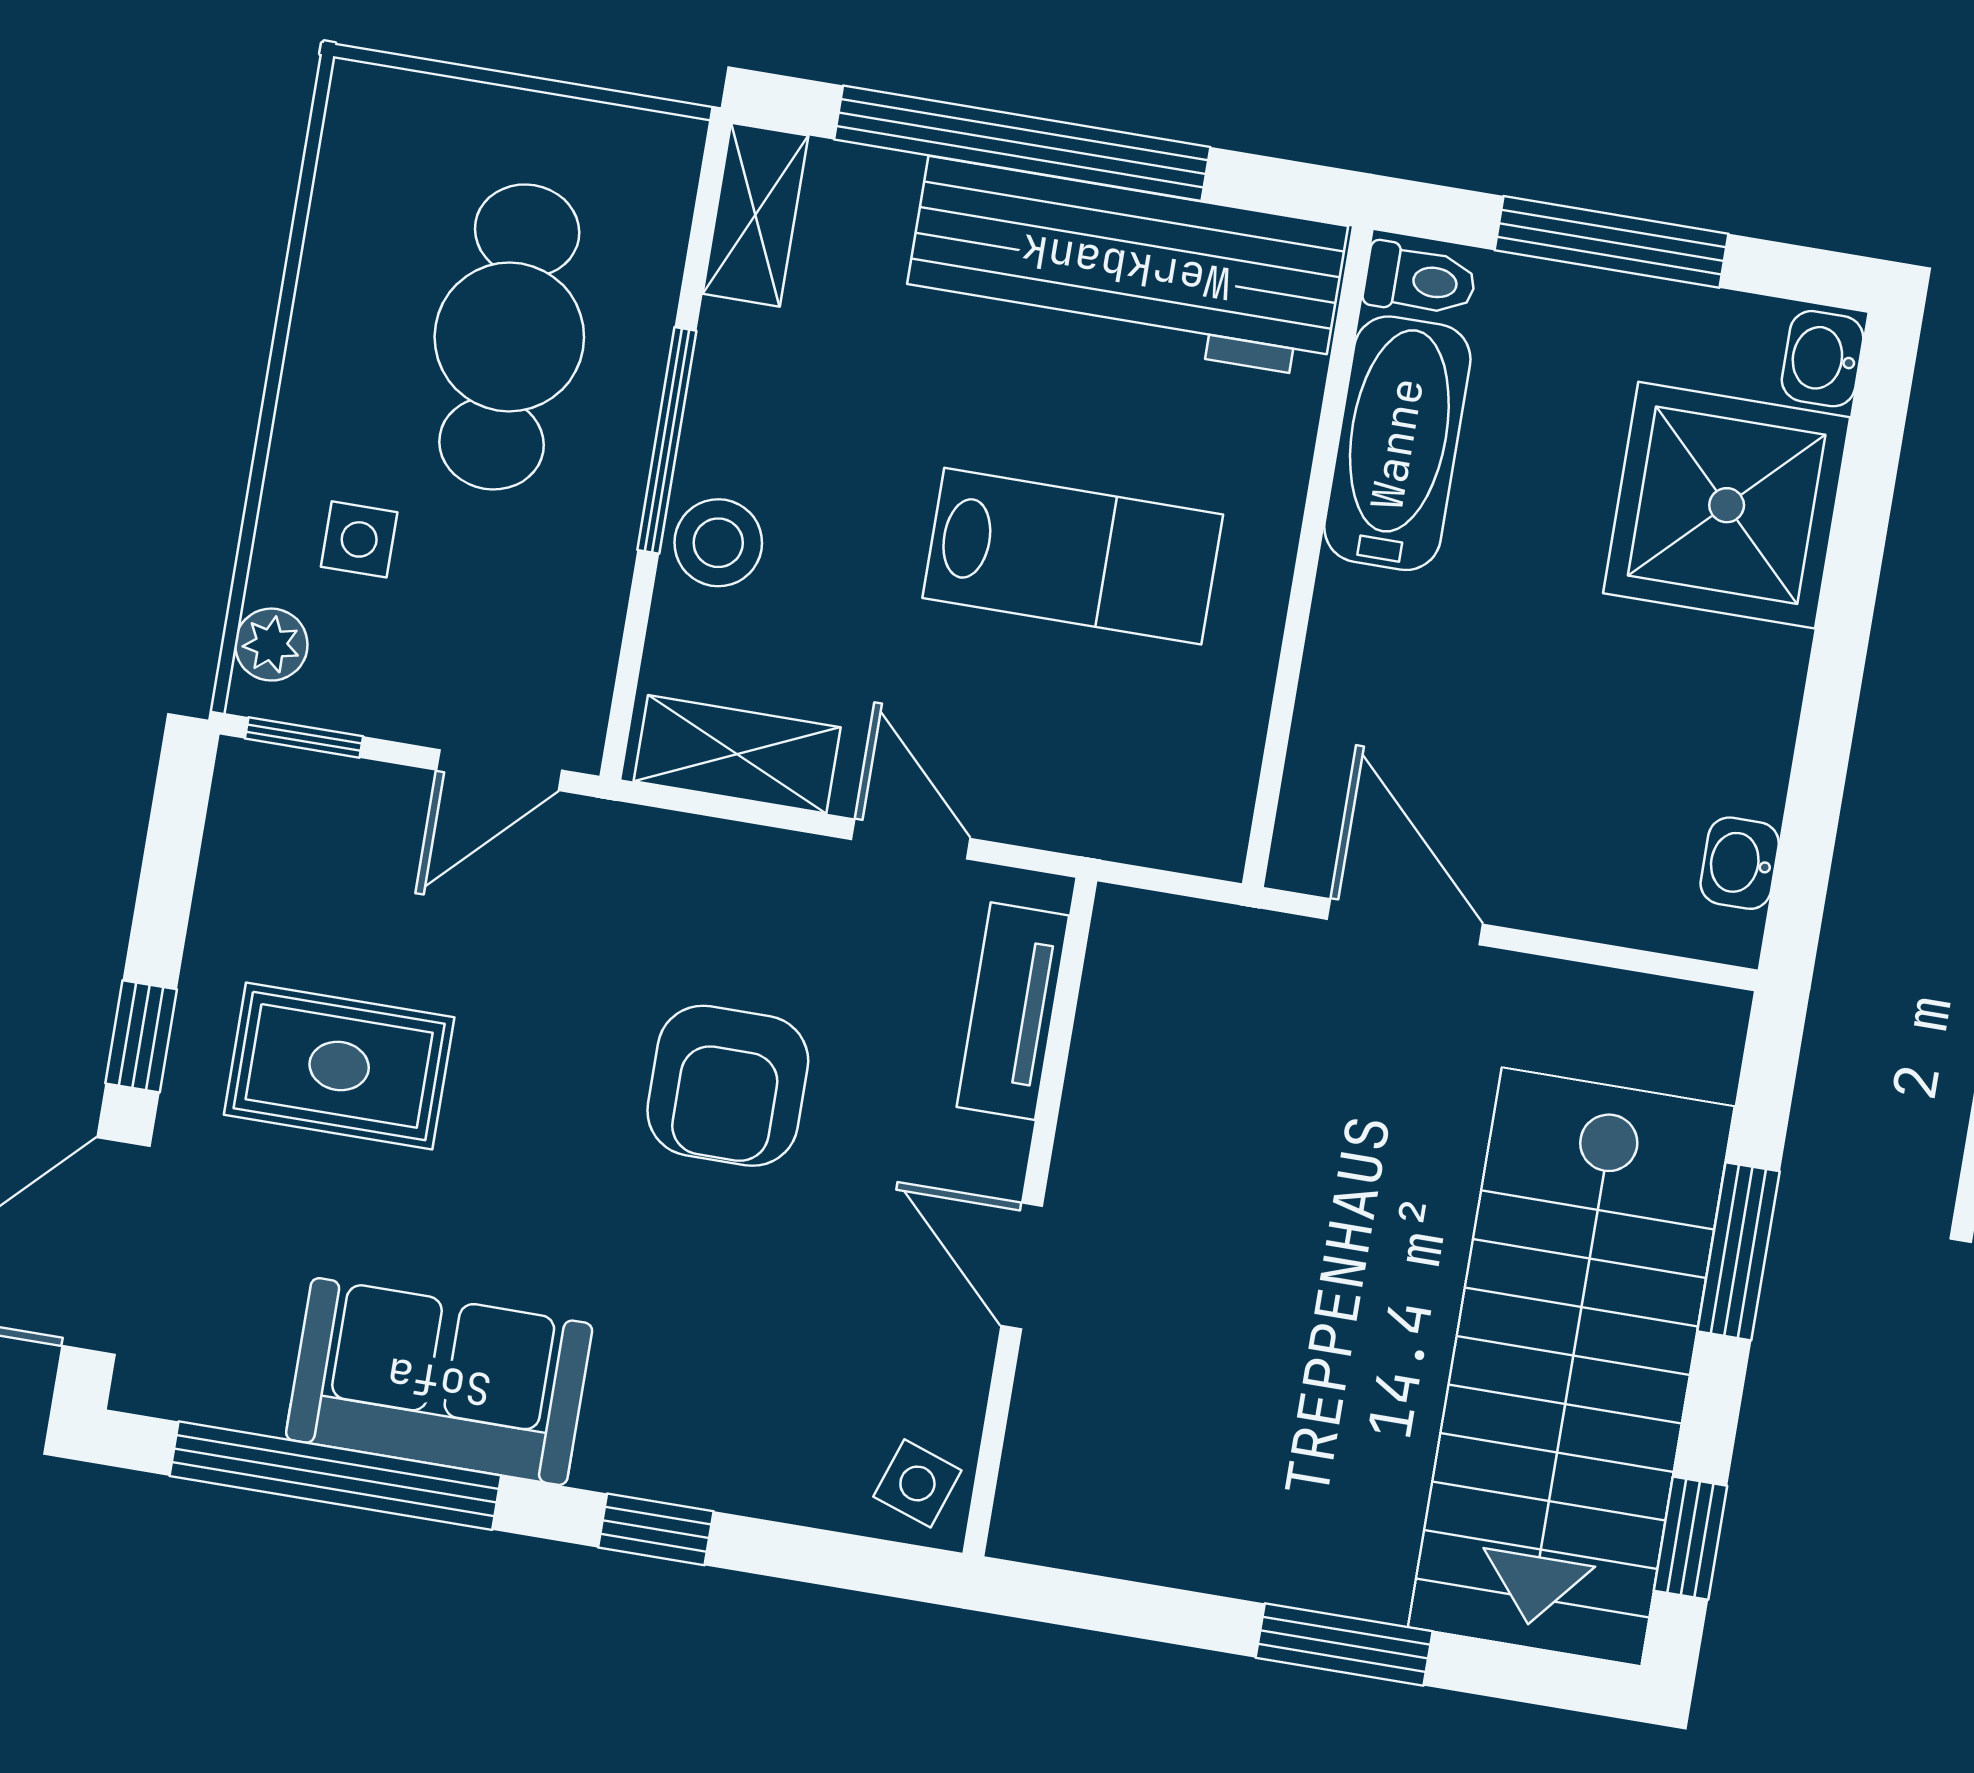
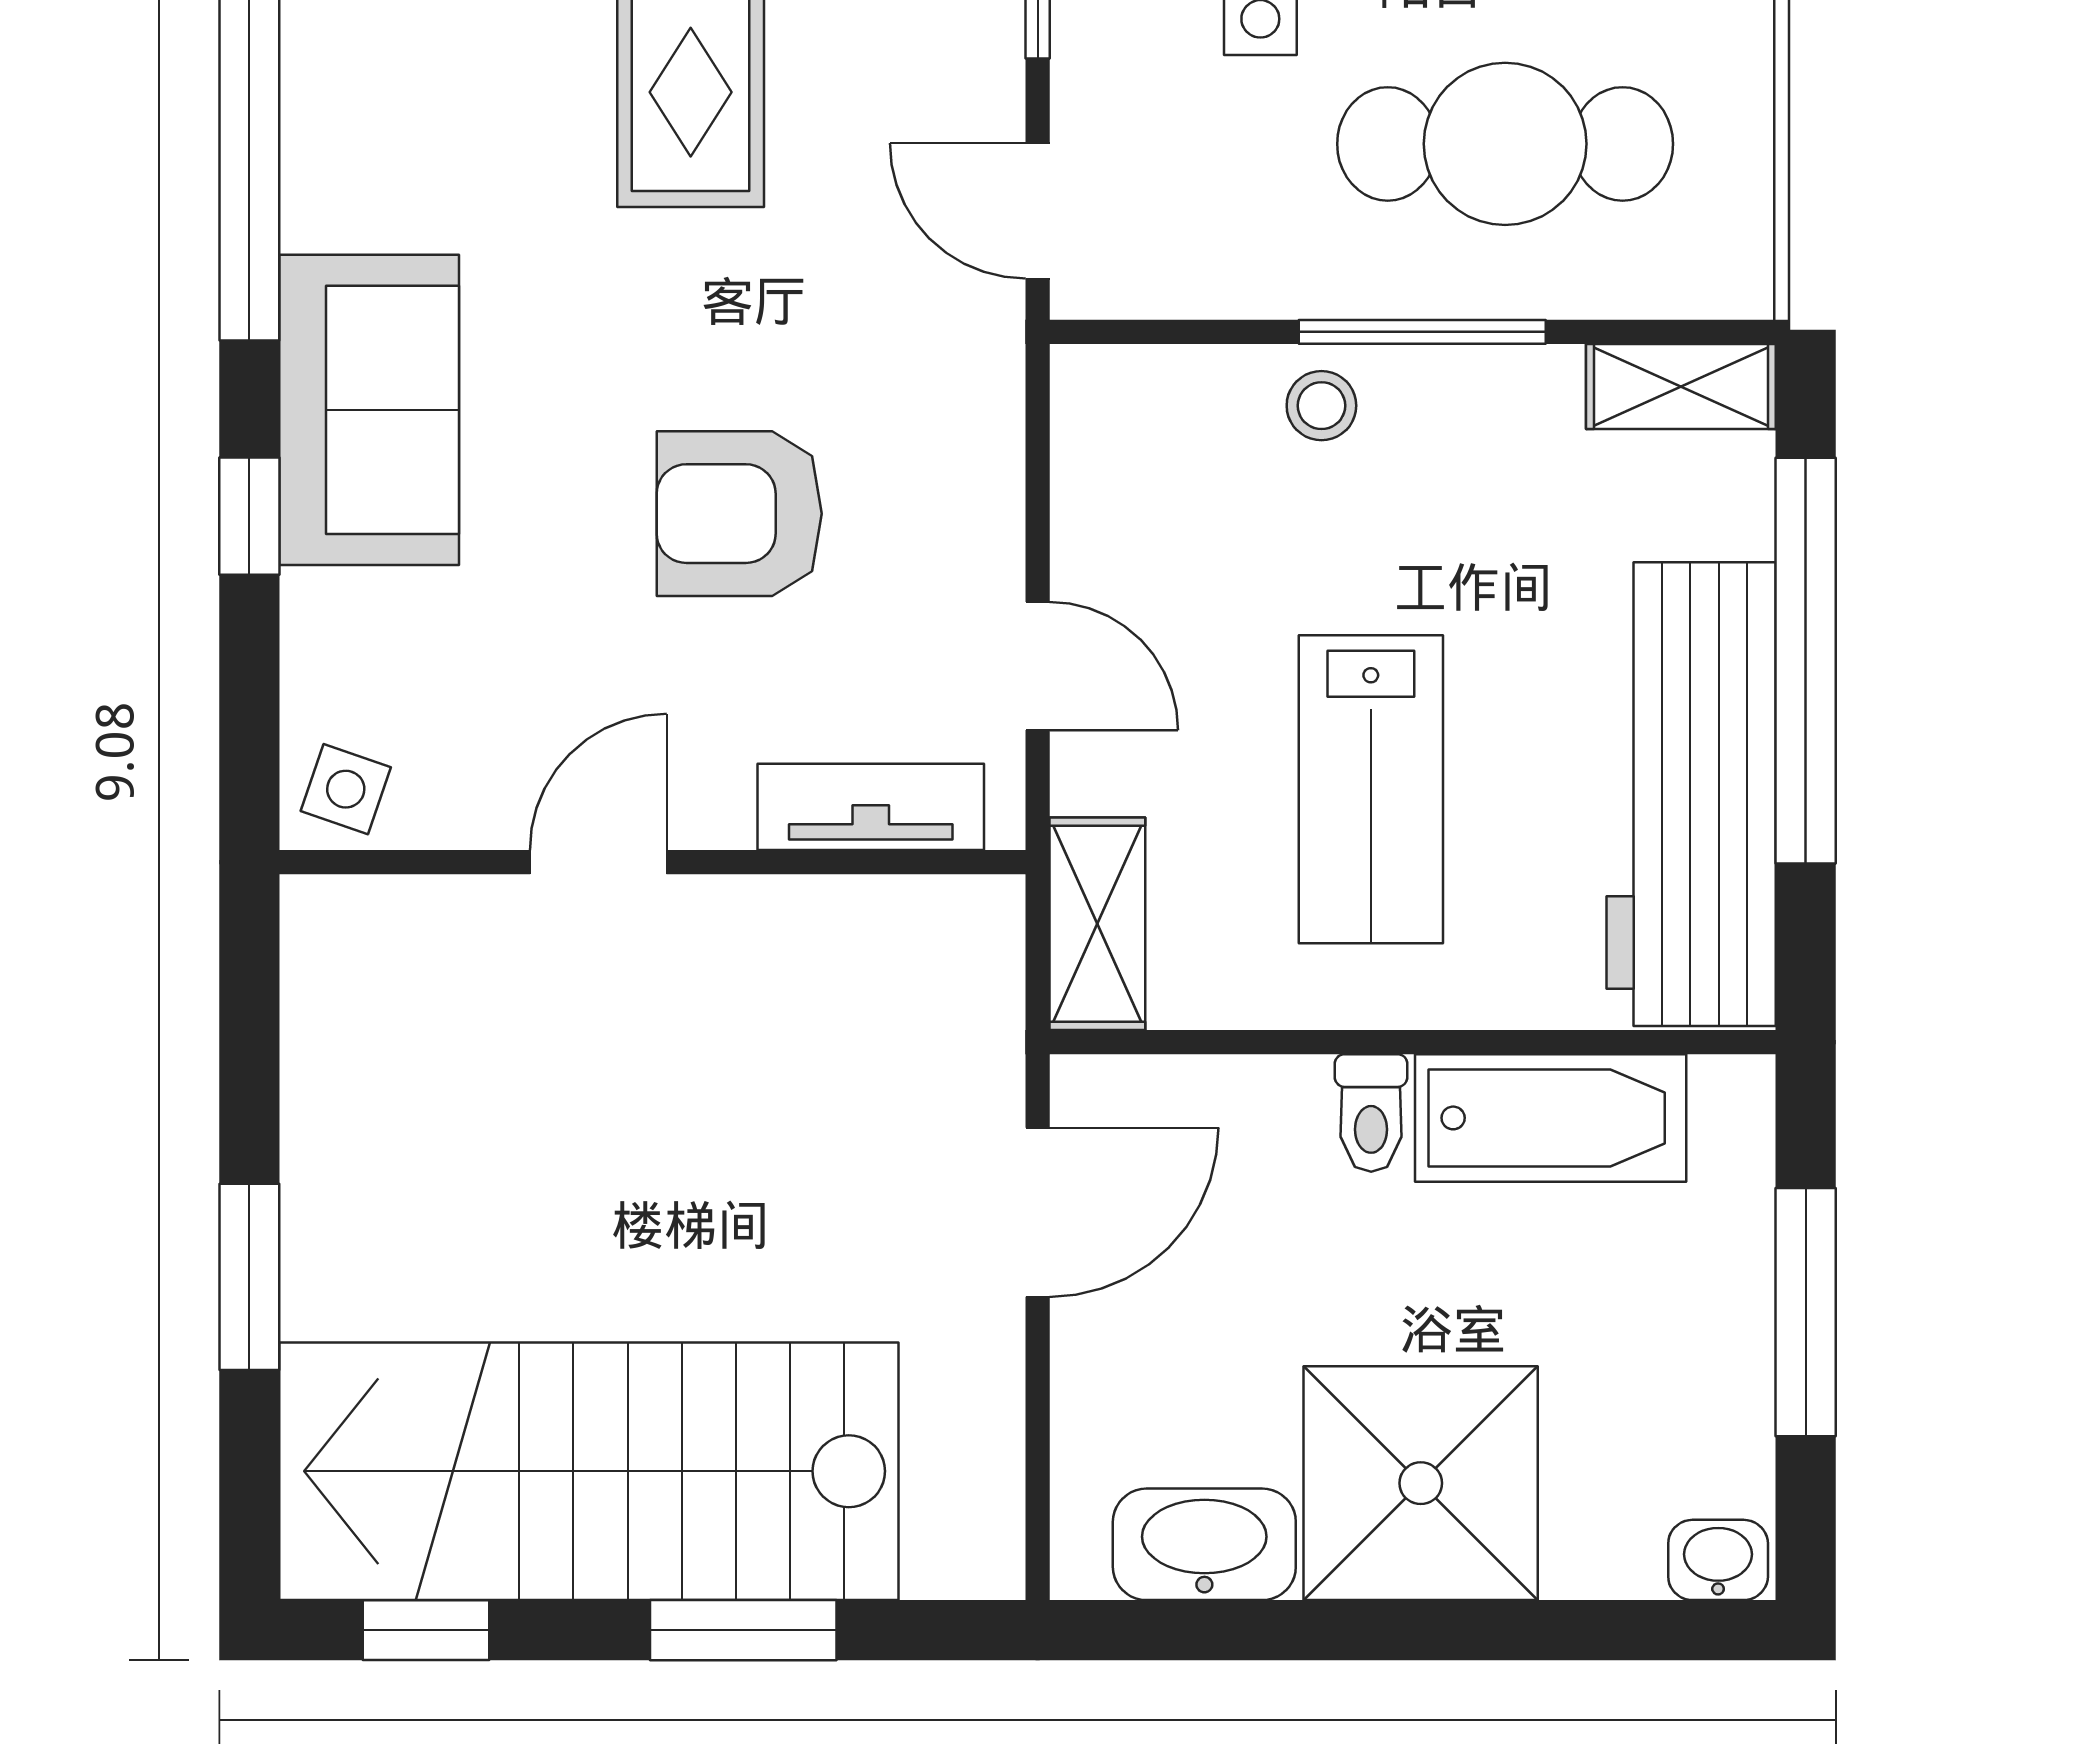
toilet: (1420, 280) -> (1371, 1113), moved
shower: (1727, 505) -> (1421, 1483), moved
stool: (718, 543) -> (1321, 406), width x0.73, depth x0.73
shelving: (737, 754) -> (1097, 924), moved
door: (911, 839) -> (1038, 666), hinge flipped
washbasin: (1740, 863) -> (1204, 1544), width x1.91, depth x1.45
sofa: (439, 1382) -> (369, 410), moved

